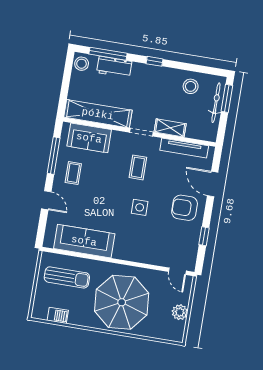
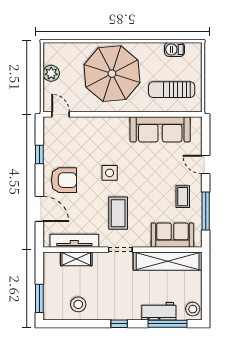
bicycle: (216, 103) -> (50, 292), removed
shelving: (170, 128) -> (76, 259), moved
coffee table: (138, 167) -> (118, 213), width x1.36, depth x1.30

